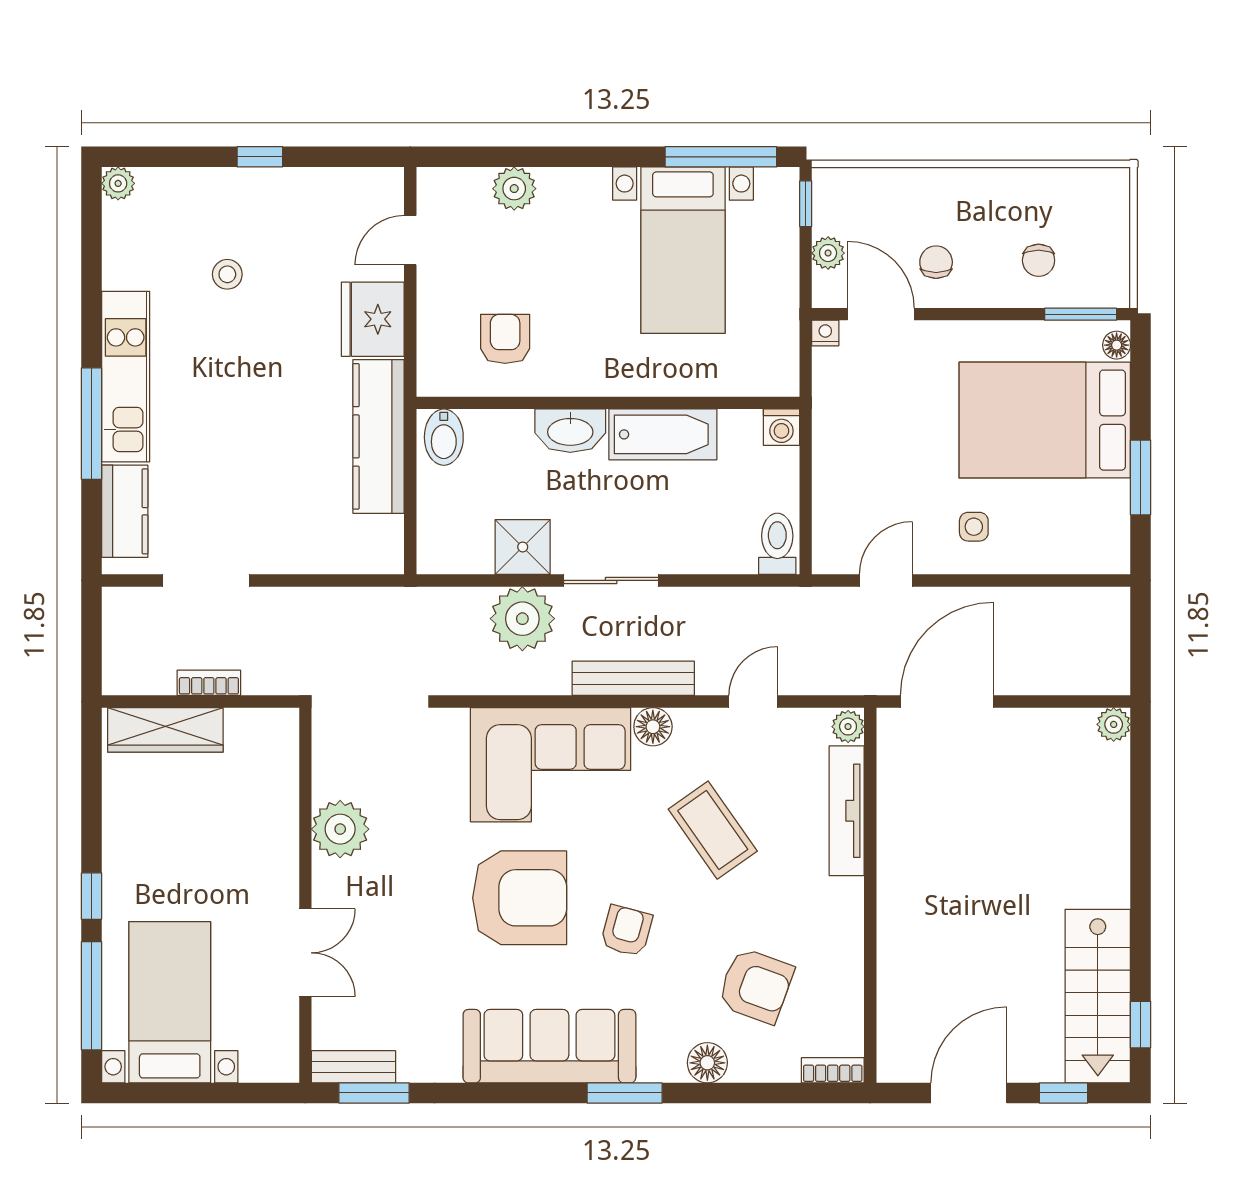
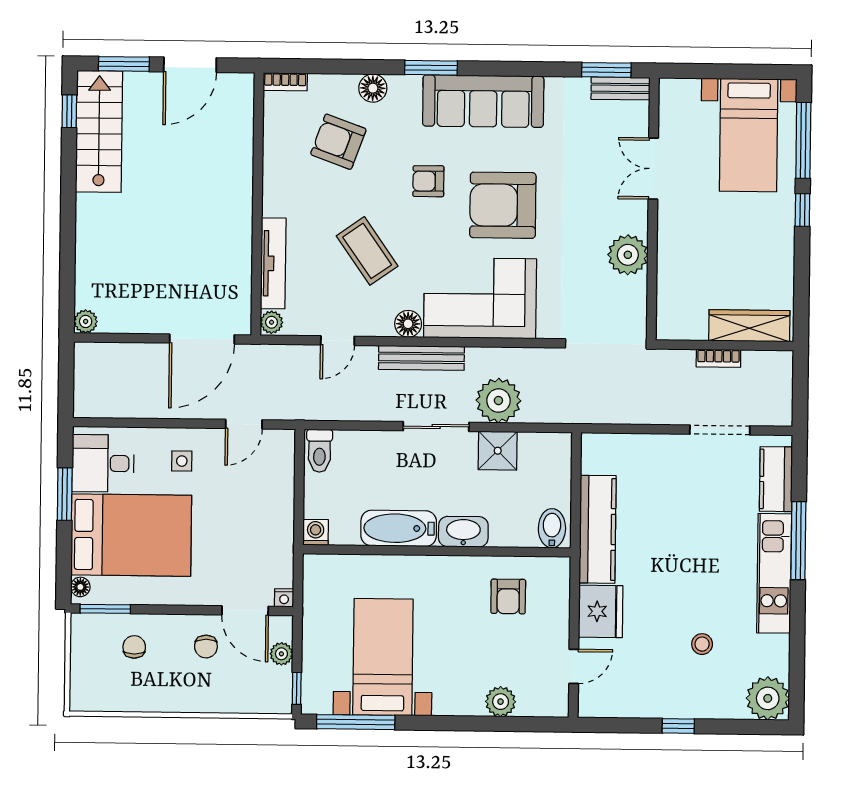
plant: (118, 183) -> (768, 698), width x1.87, depth x1.87
desk: (1086, 522) -> (103, 463), added
armchair: (626, 931) -> (428, 181), turned 75
window: (1063, 1093) -> (124, 64), width x1.50

